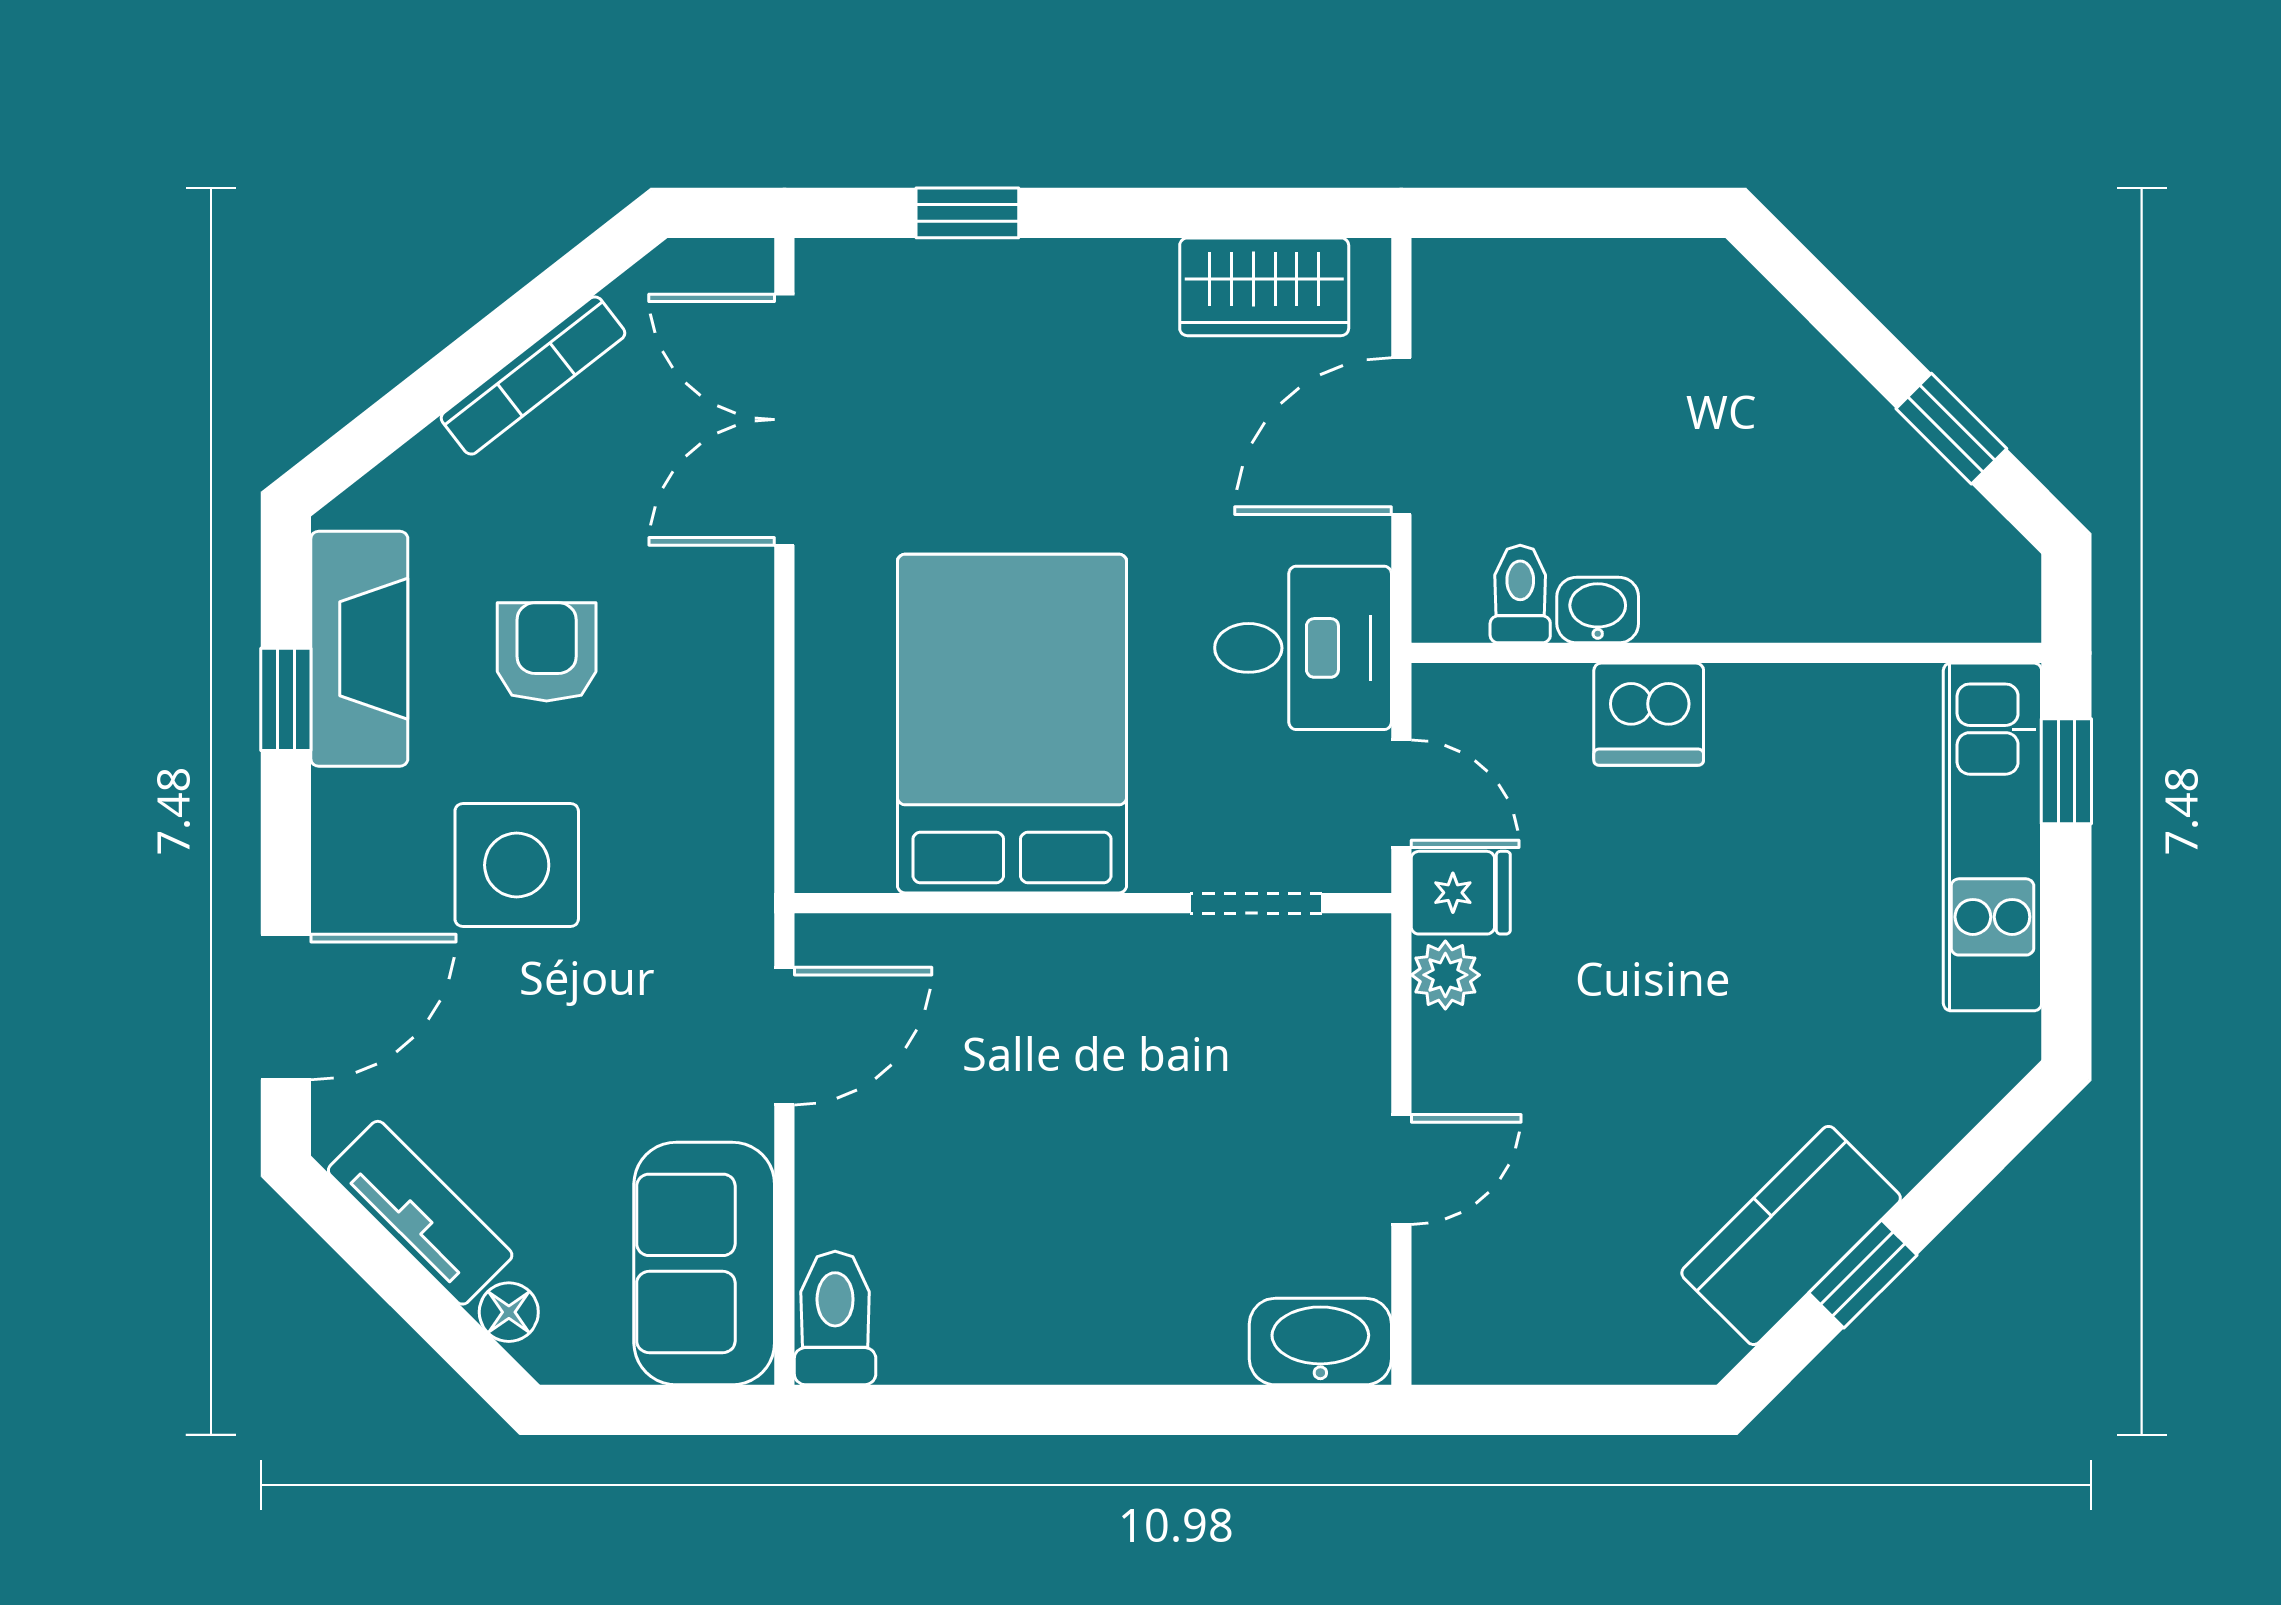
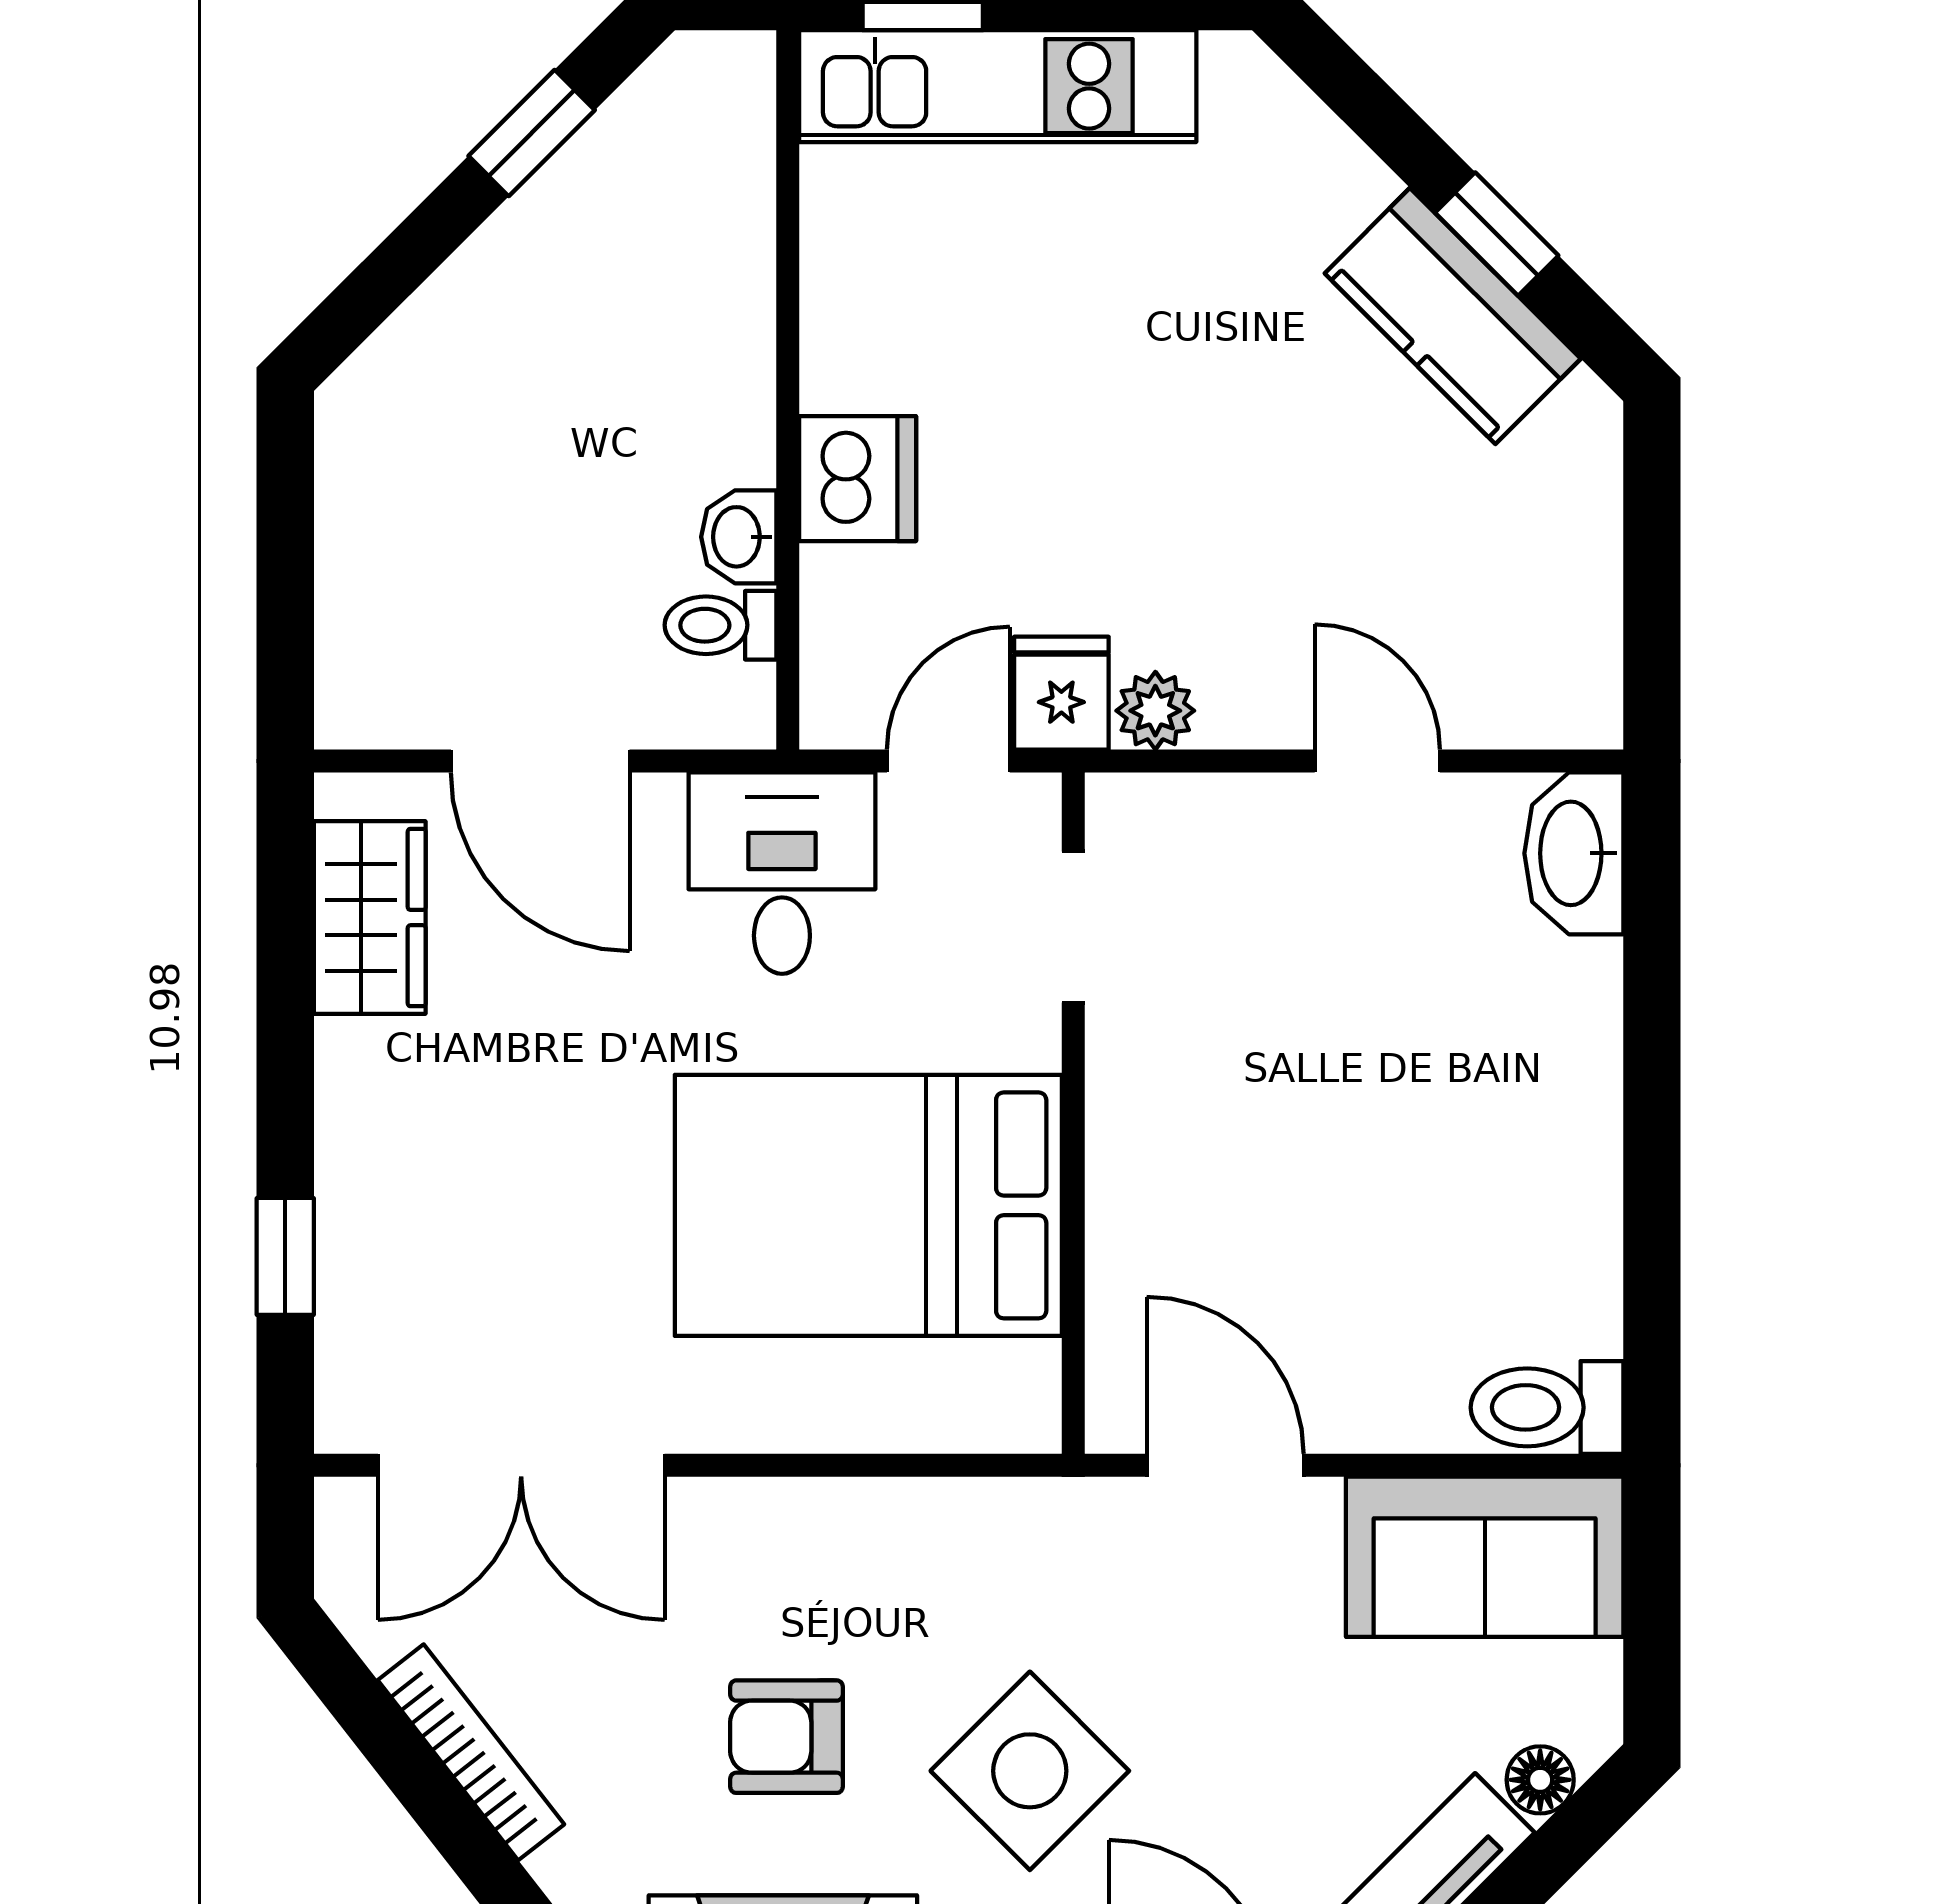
side table: (517, 865) -> (1030, 1771), turned 45

